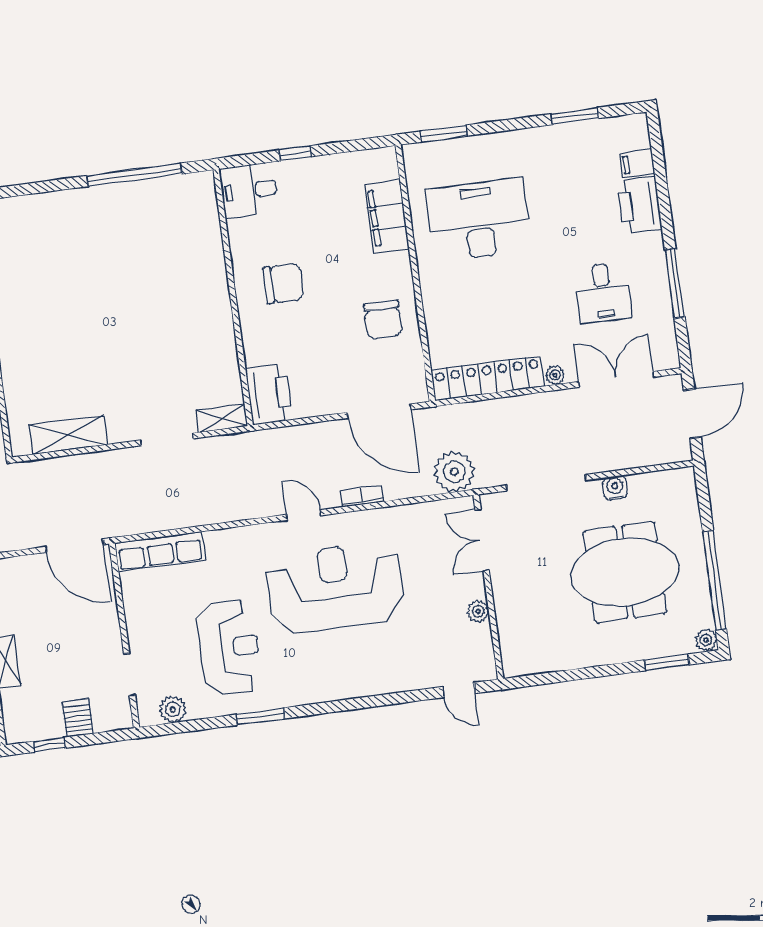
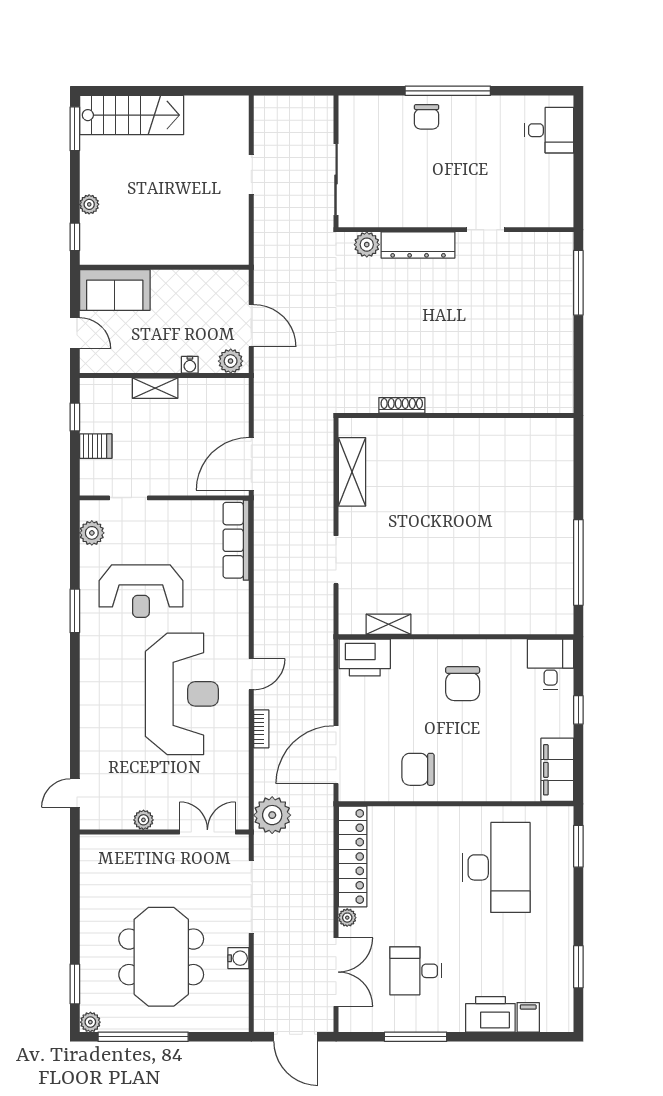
filing cabinet: (387, 217) -> (557, 770), moved, turned -90
shelving: (222, 418) -> (389, 624), moved, turned 90

